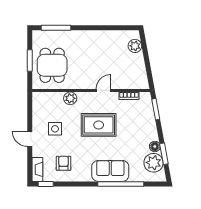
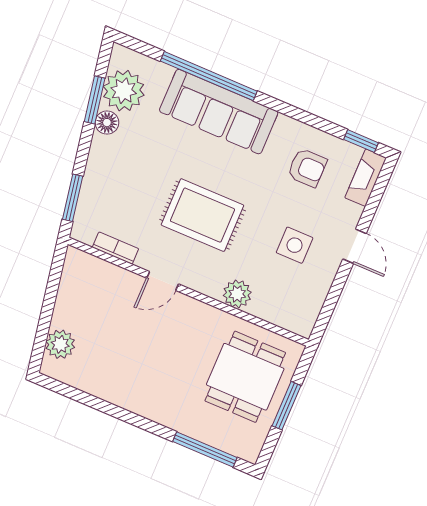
armchair: (64, 163) -> (307, 168), turned -90
sofa: (110, 171) -> (219, 112), width x1.36

